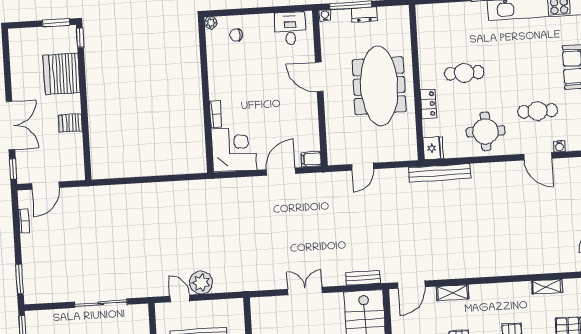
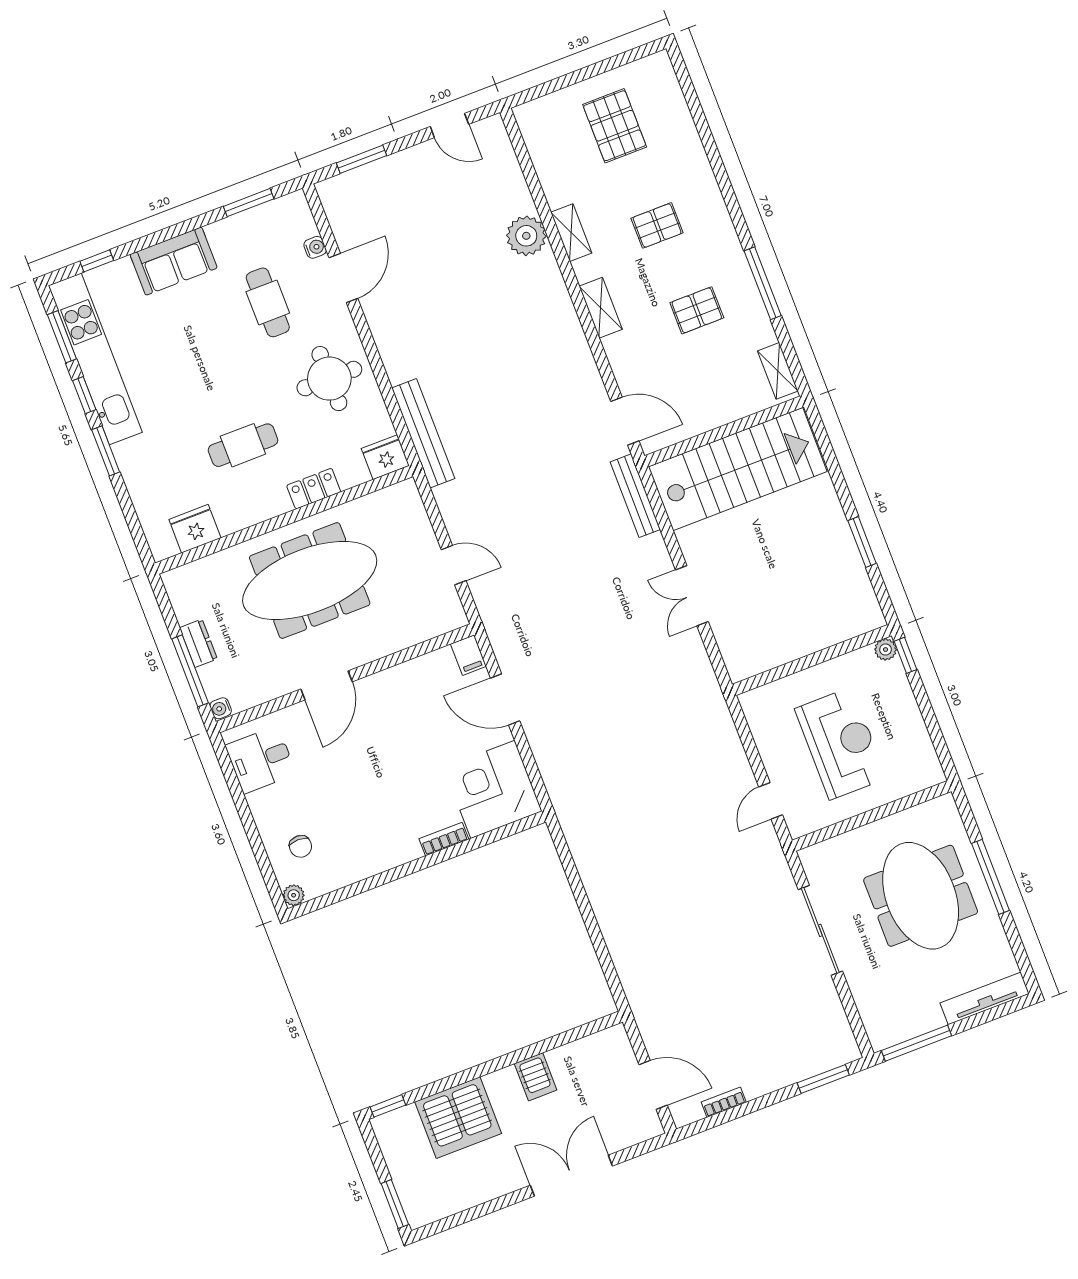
window: (56, 23) -> (395, 1204), moved
fridge: (427, 32) -> (195, 529), added
cafe table: (464, 73) -> (243, 445), turned 90
window: (13, 169) -> (643, 1148), removed
bench: (363, 278) -> (635, 496), width x1.36
plant: (201, 283) -> (526, 236), moved
shelving: (547, 287) -> (571, 233), moved
shelving: (453, 293) -> (601, 308), moved

